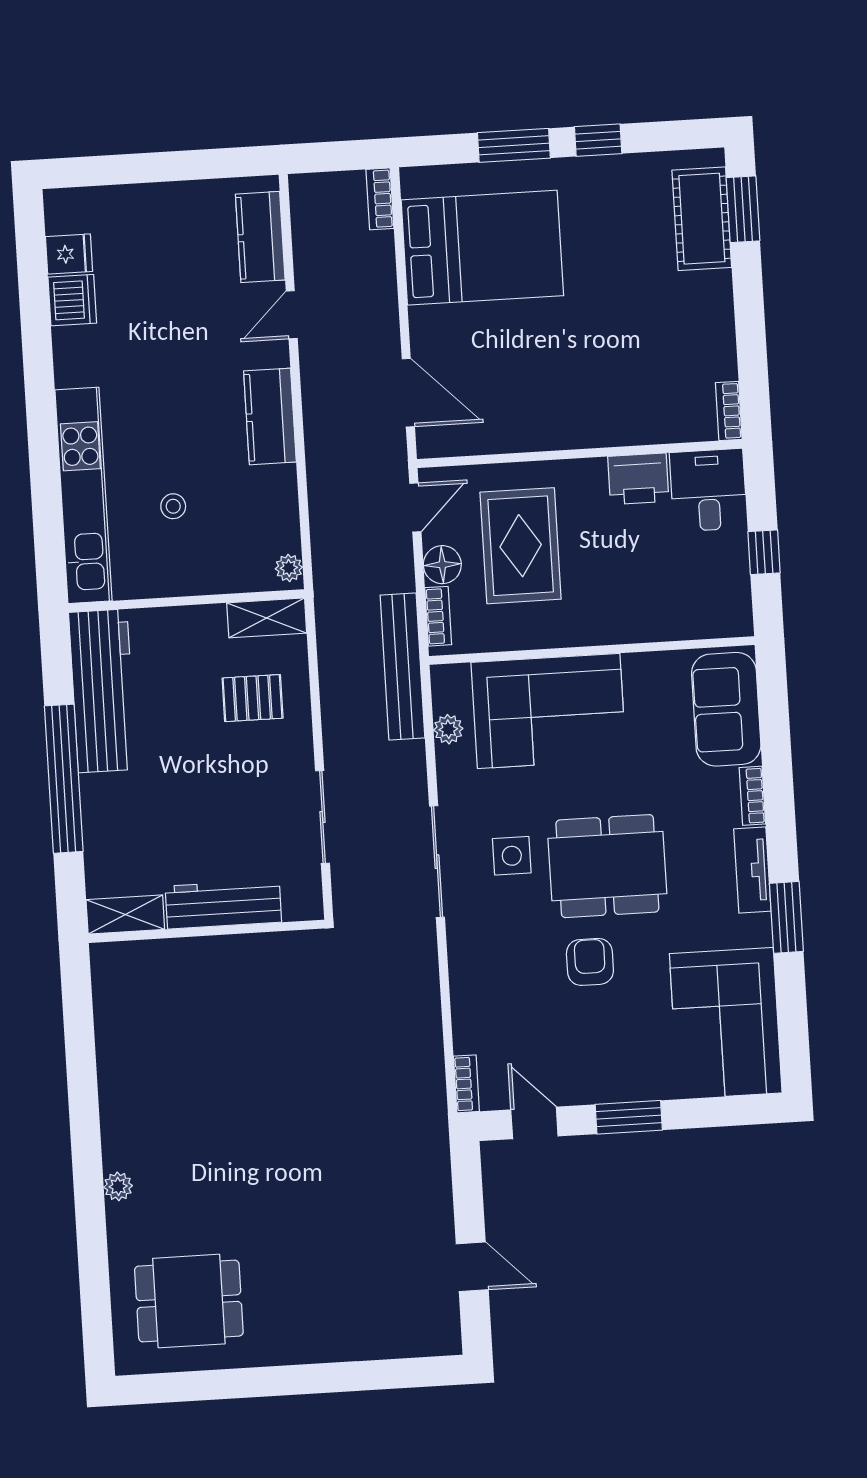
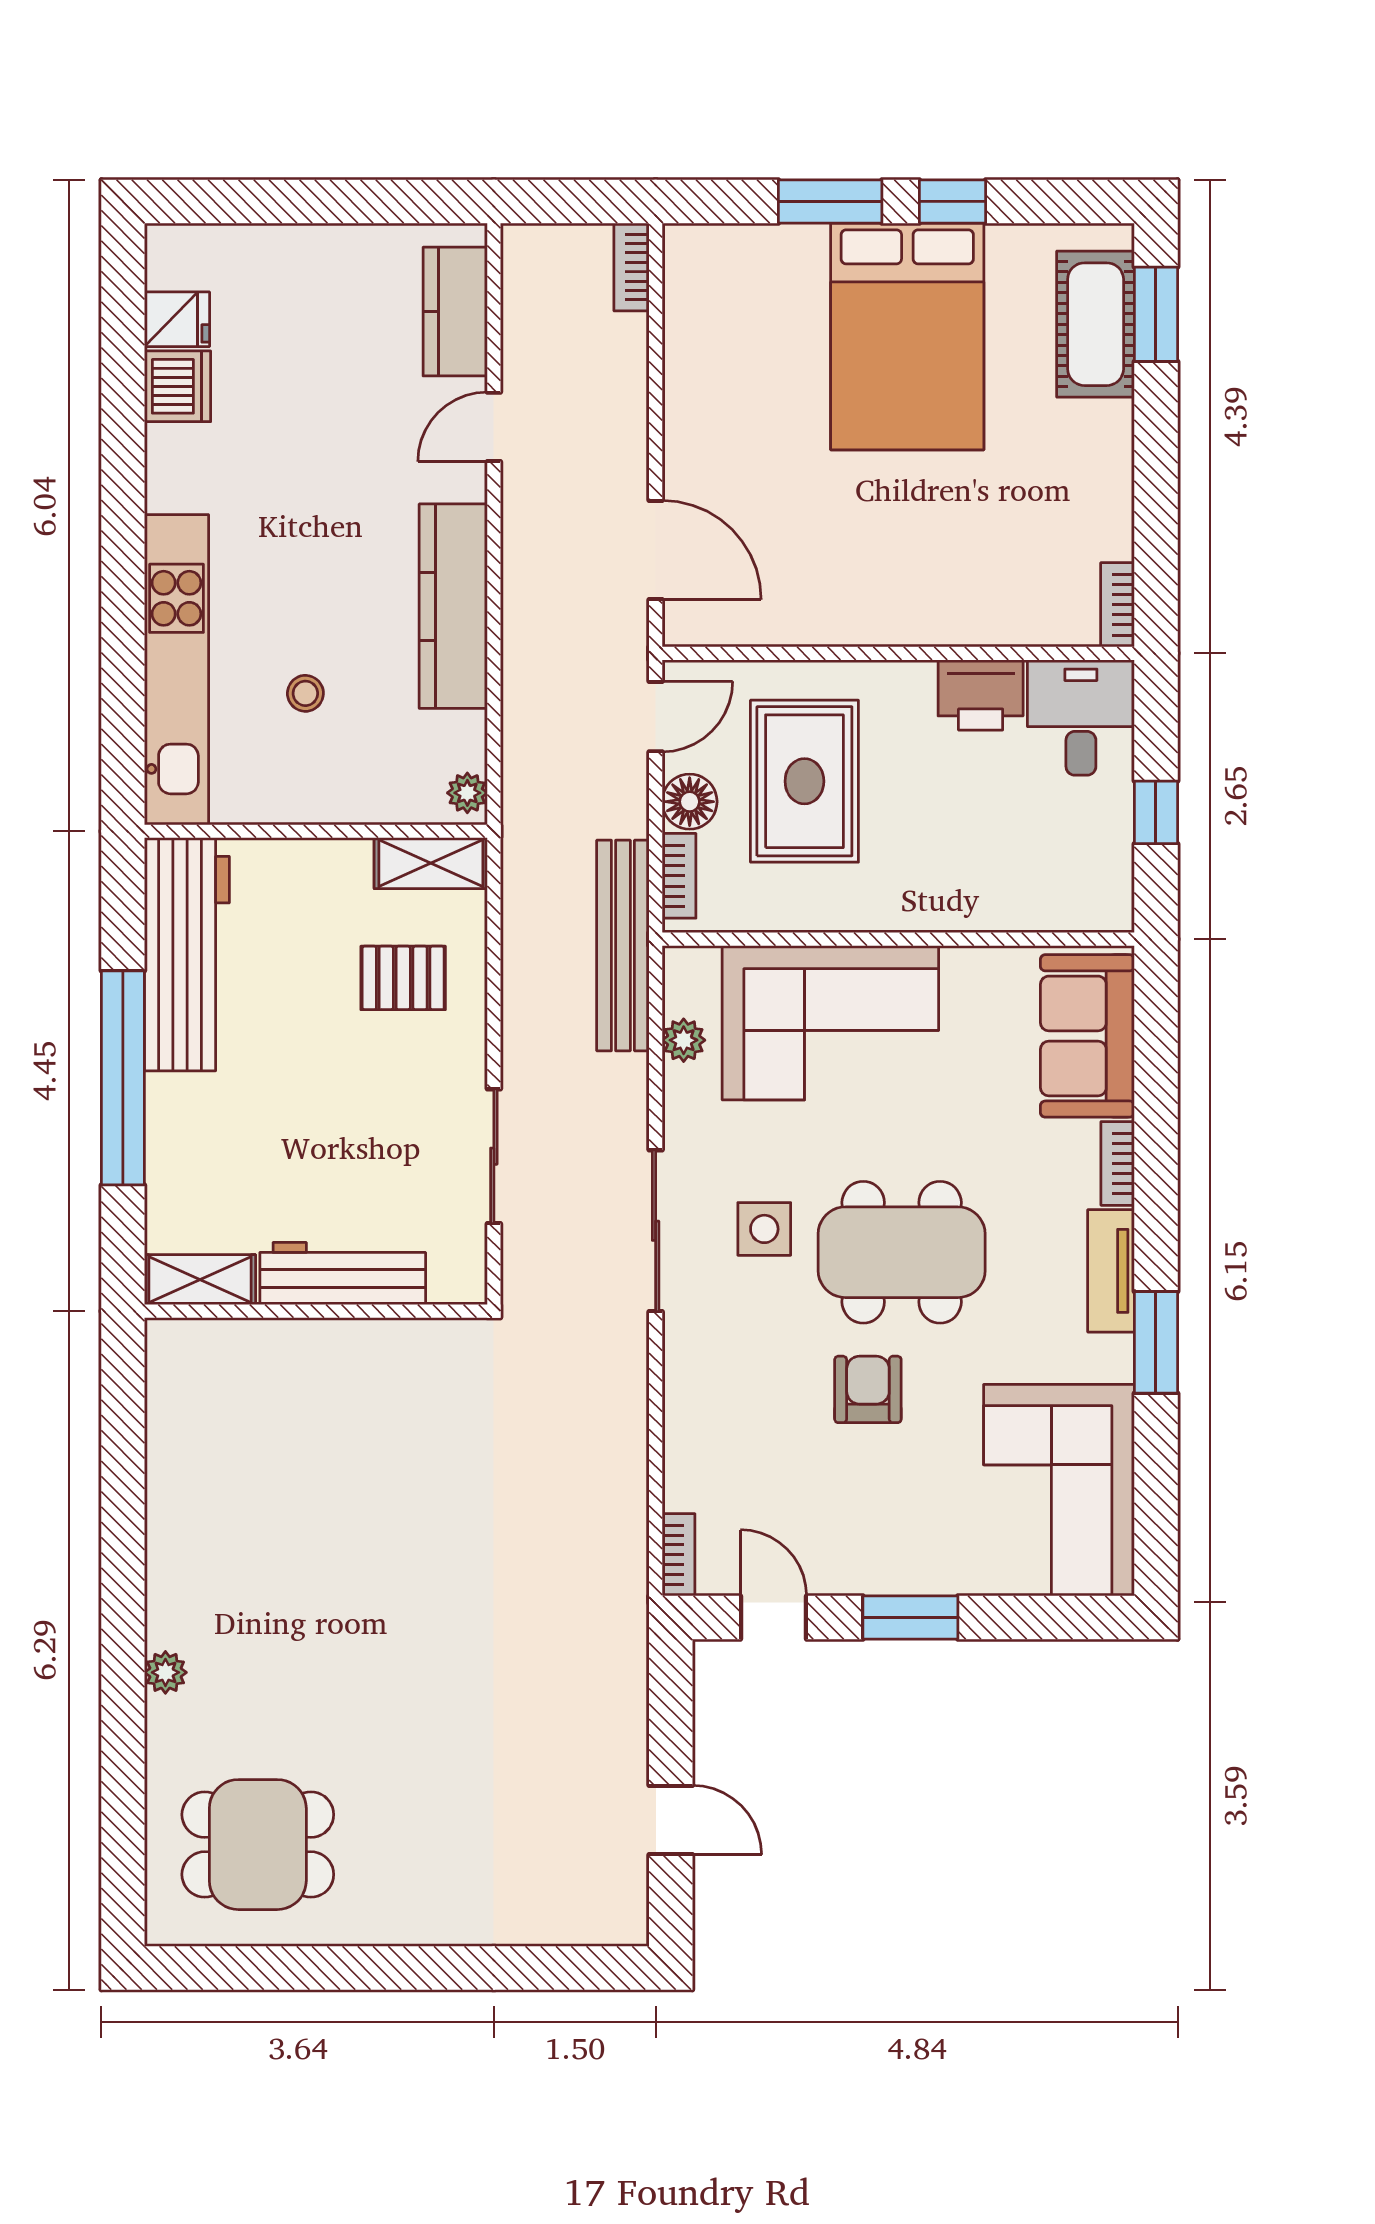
bed: (482, 248) -> (907, 336), moved, turned 90
kitchen counter: (270, 416) -> (453, 606), width x1.50

